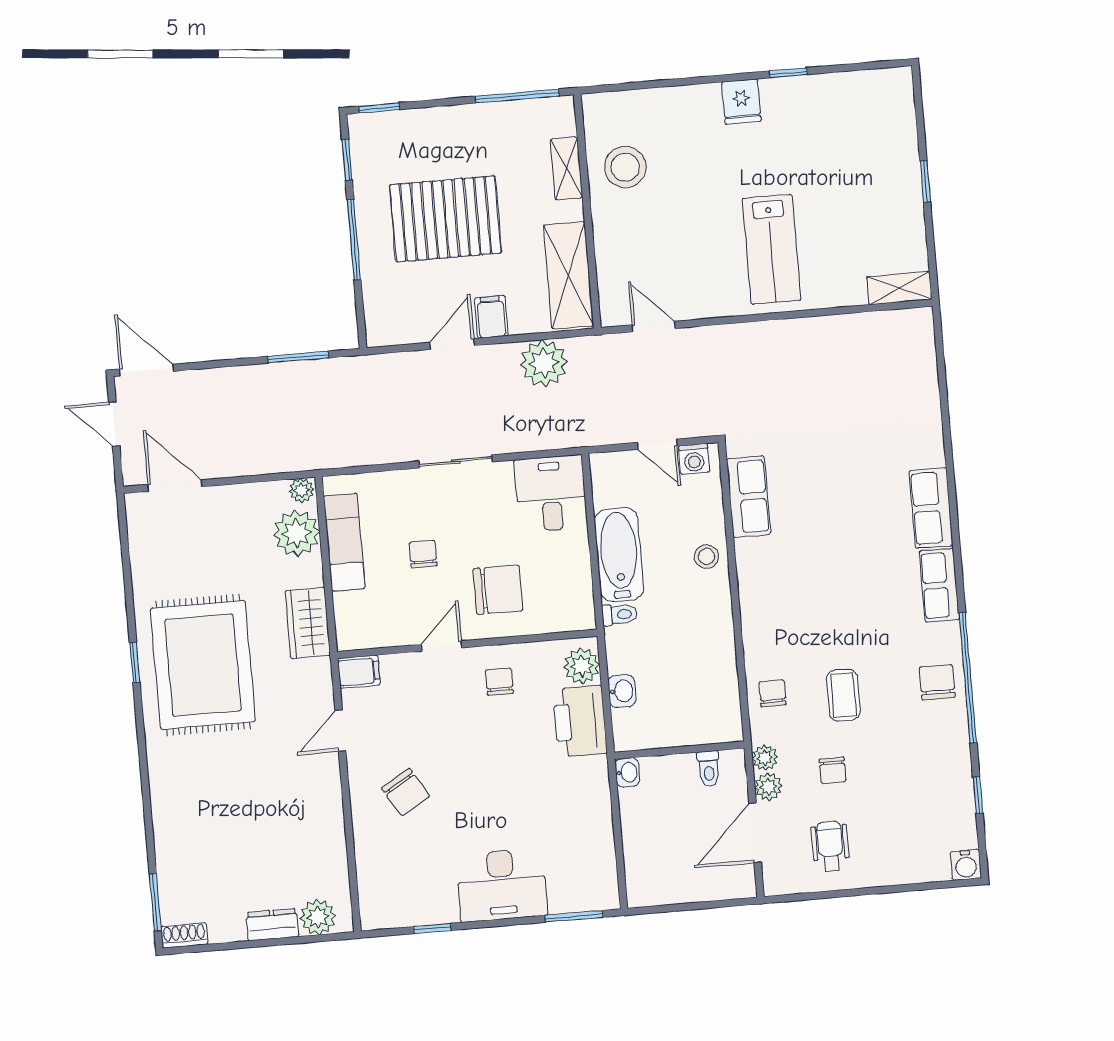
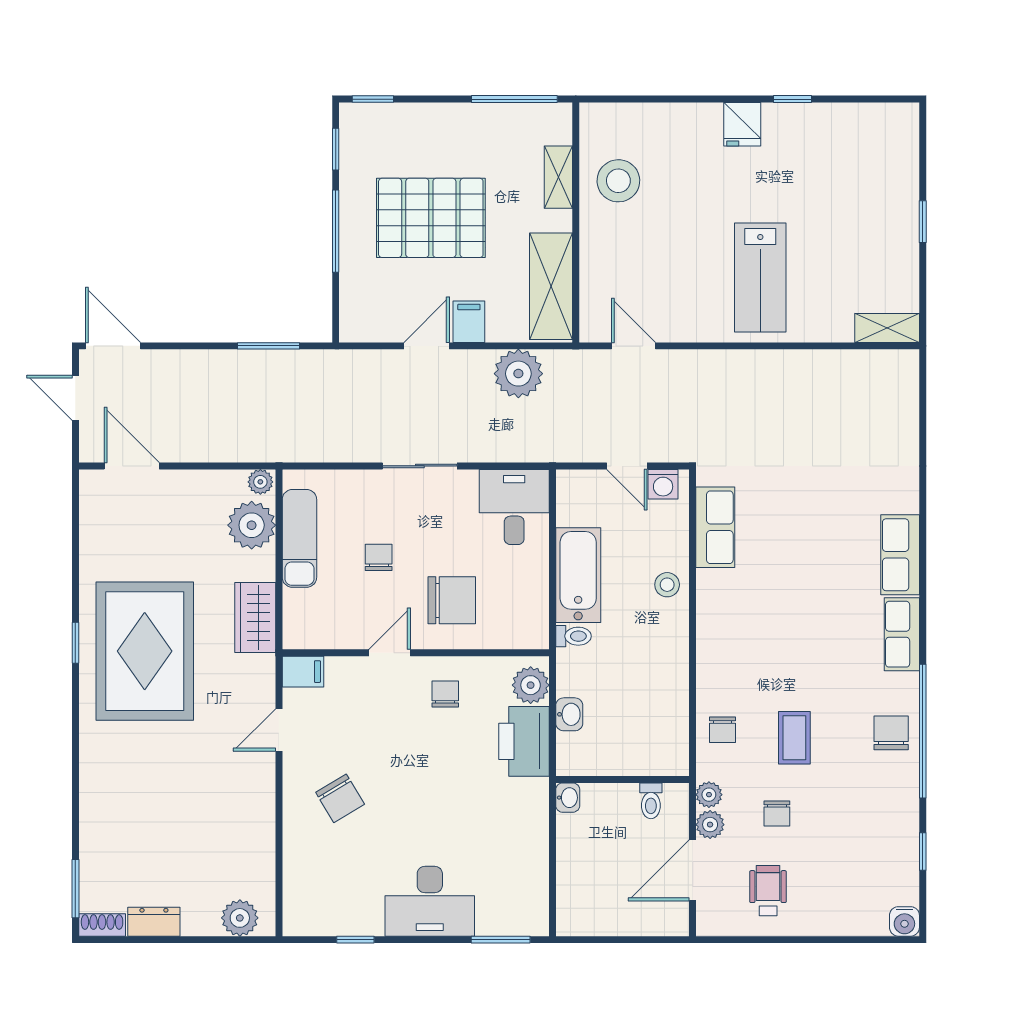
chair: (772, 693) -> (722, 730), turned 180
dresser: (272, 925) -> (154, 922), moved

